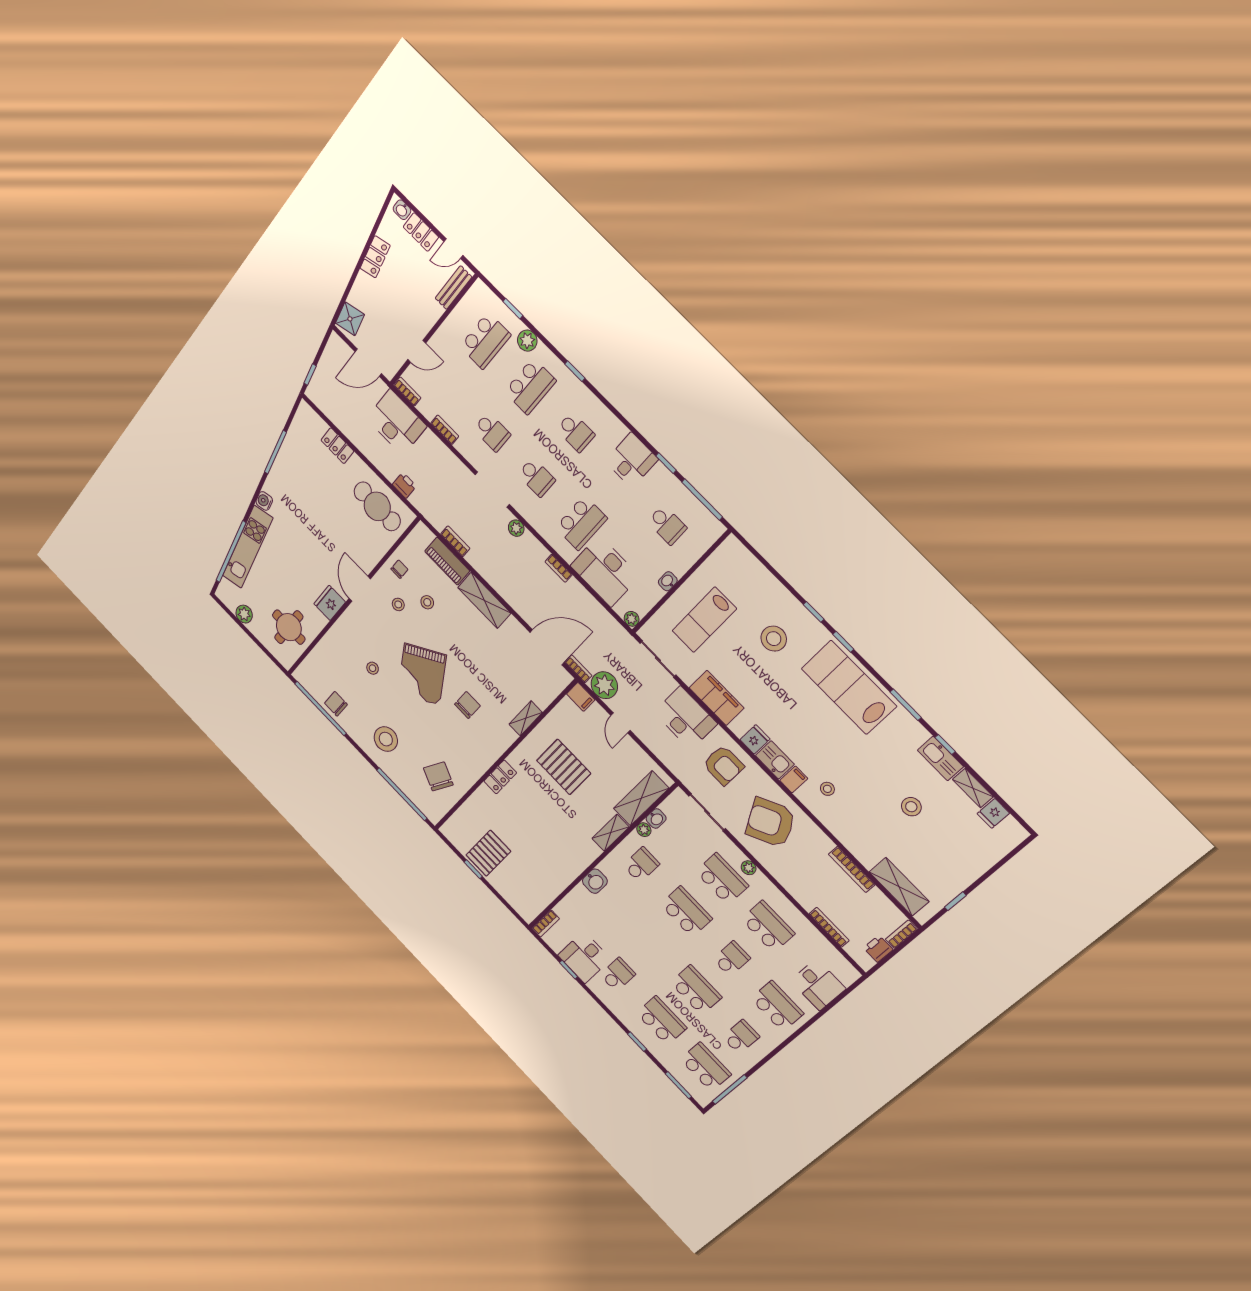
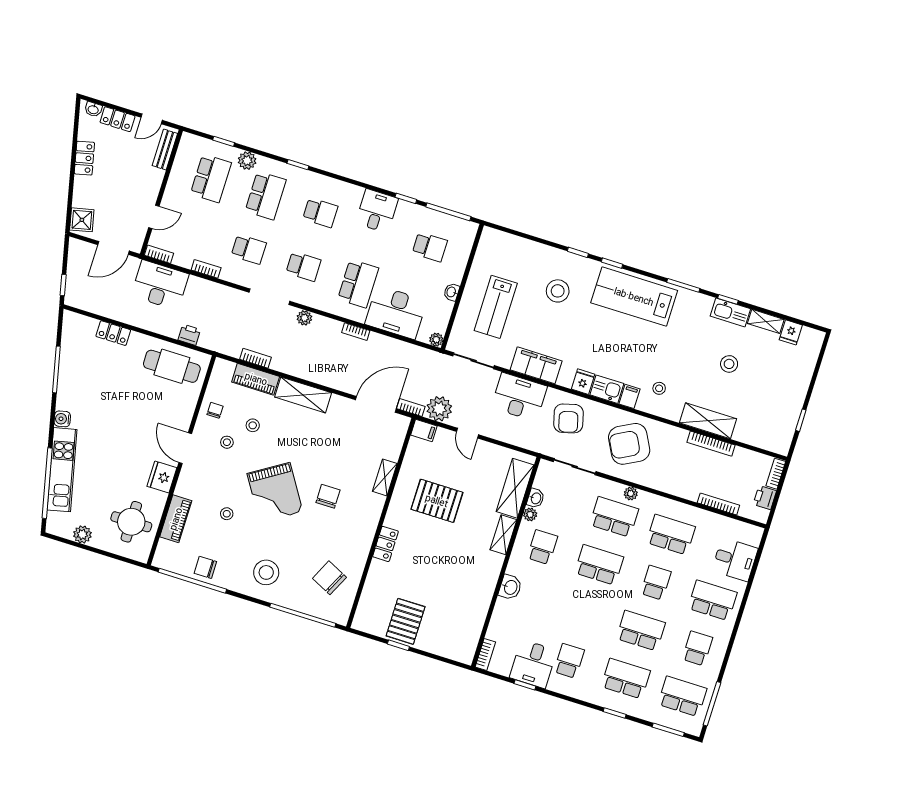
piano: (327, 647) -> (176, 519), added
armchair: (723, 765) -> (568, 418), turned 75
shelving: (899, 887) -> (708, 421), moved

